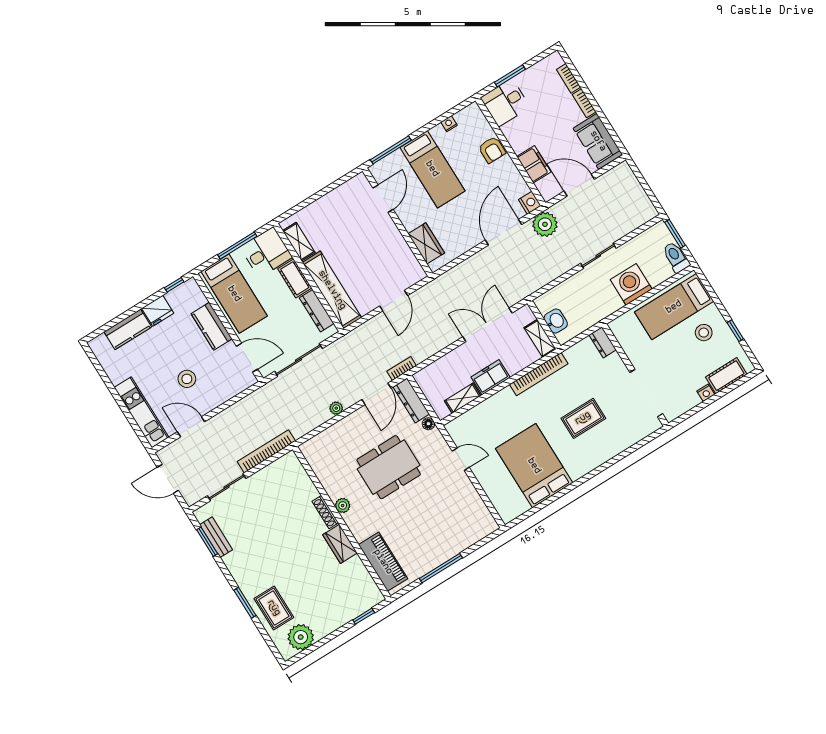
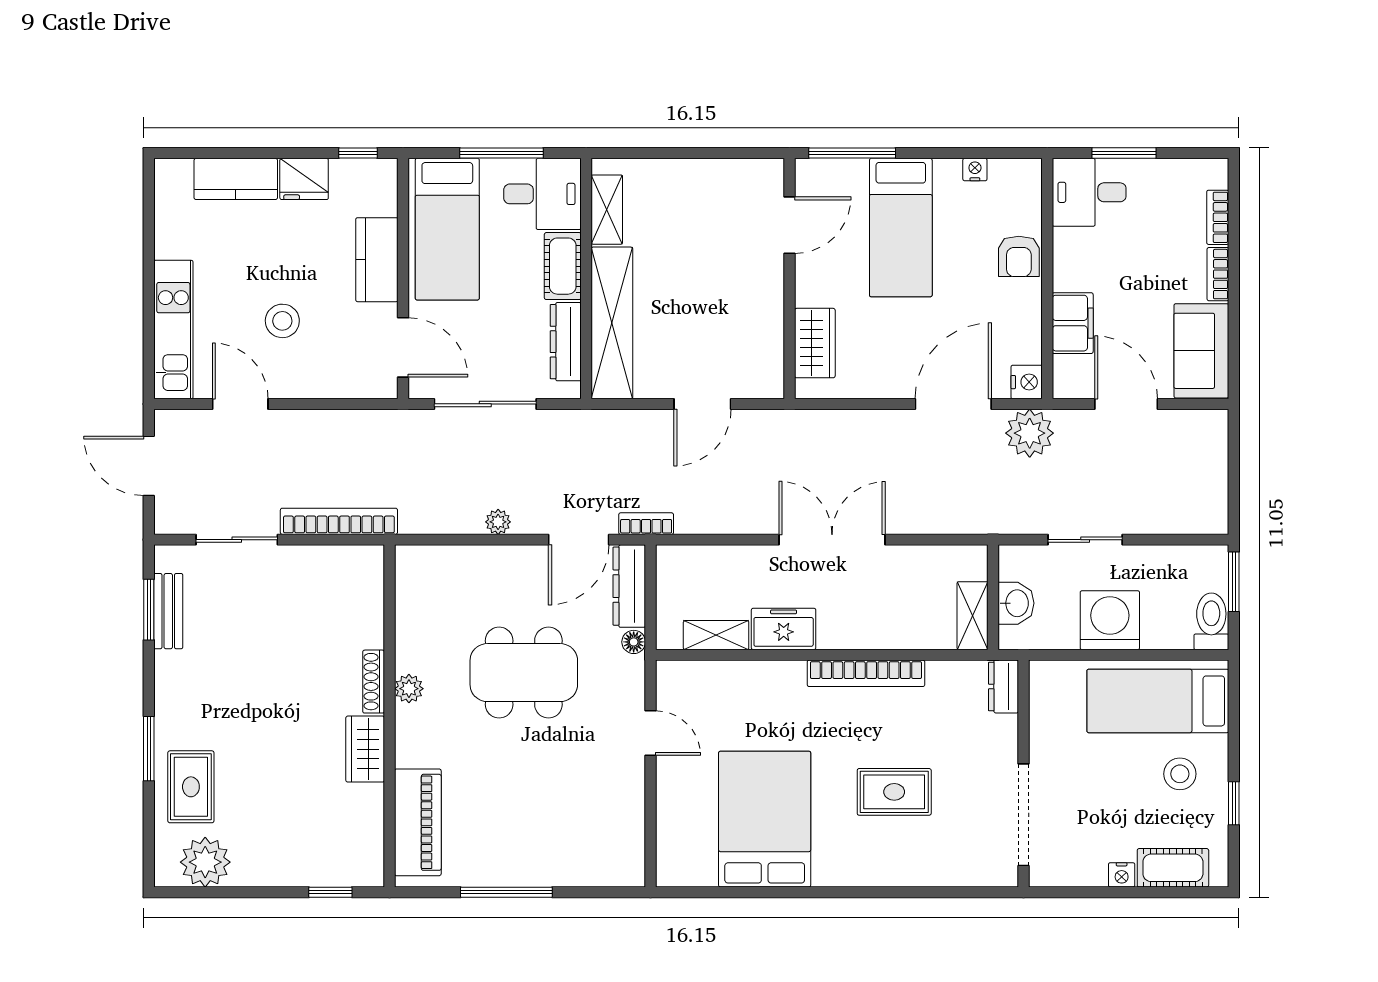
washbasin: (556, 321) -> (1016, 603), moved
wall: (544, 325) -> (993, 597), moved
shelving: (540, 338) -> (973, 616), moved

